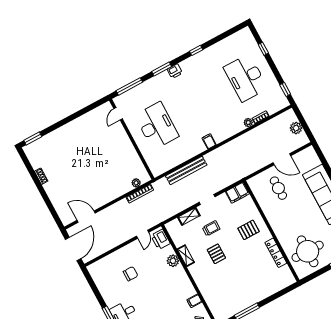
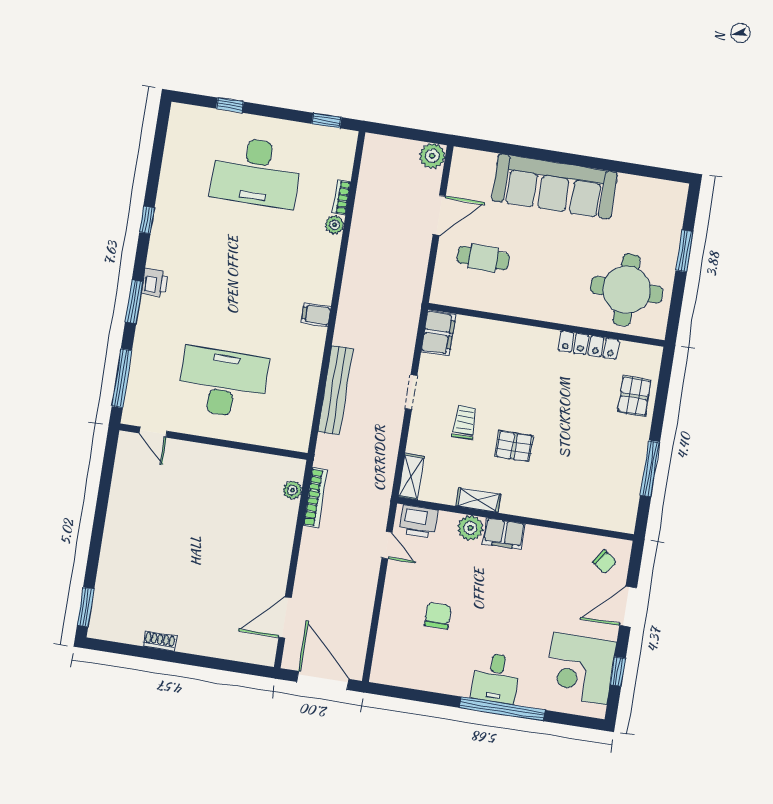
plant: (296, 128) -> (432, 156), moved
shelving: (189, 216) -> (411, 477), moved
pallet: (249, 230) -> (634, 396), moved
filing cabinet: (194, 301) -> (504, 534), moved, width x2.00

